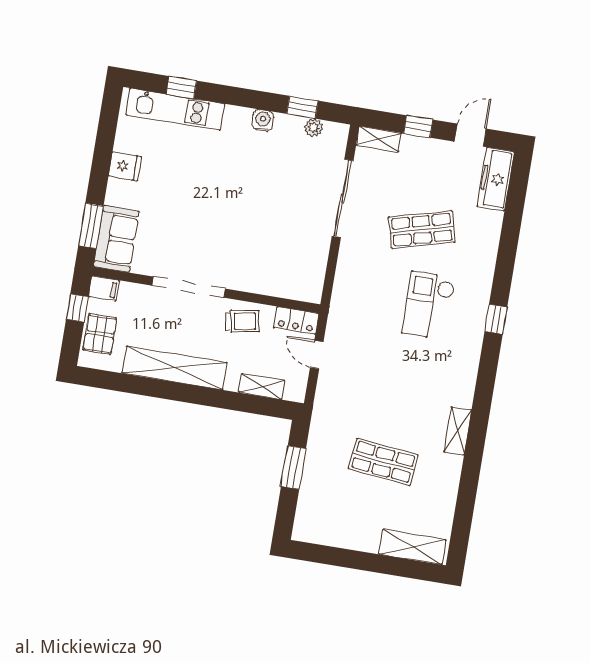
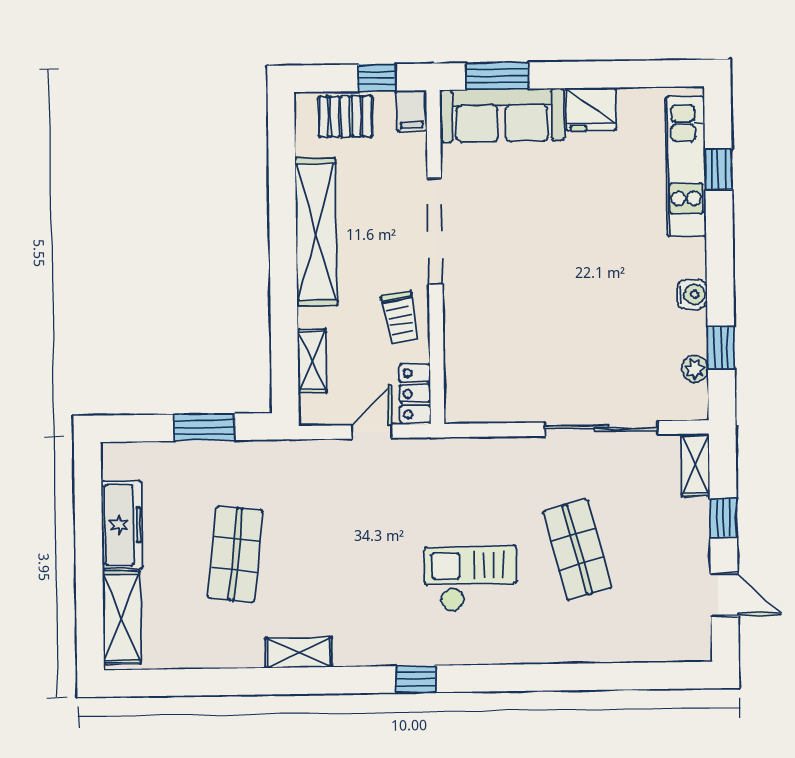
fridge: (125, 166) -> (591, 109), width x1.38
freezer: (496, 179) -> (122, 525), moved, turned 90
sofa: (116, 239) -> (502, 115), width x1.36
window: (496, 319) -> (416, 679), moved

